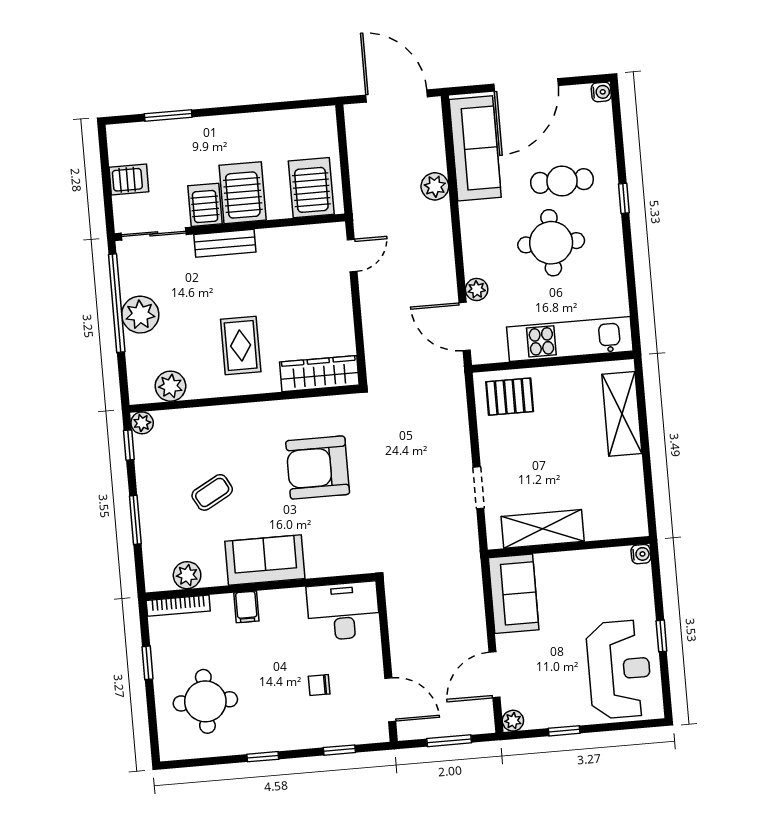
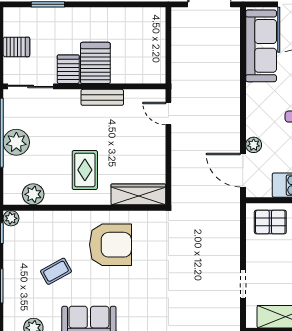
plant: (435, 186) -> (231, 70), removed
server rack: (311, 188) -> (144, 63), removed
bench: (225, 243) -> (102, 97), moved
door: (352, 256) -> (168, 114), swing flipped
armchair: (318, 468) -> (111, 245), moved, turned 180

